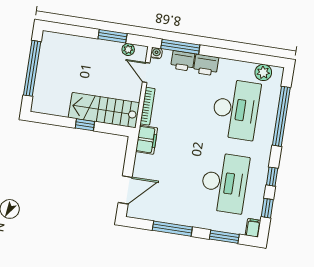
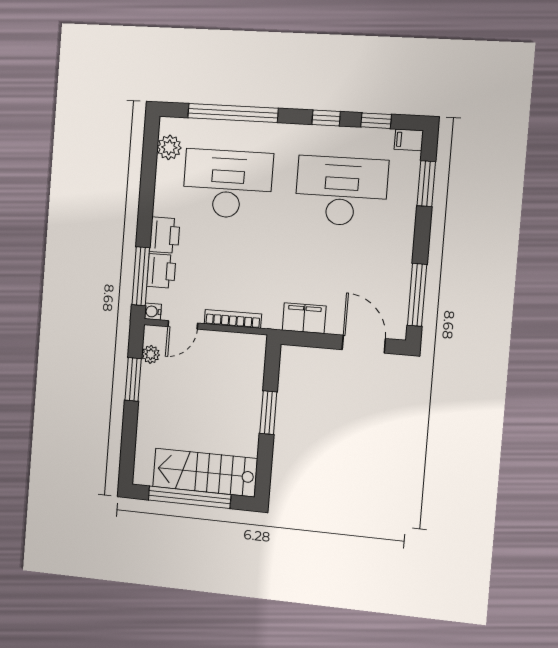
stairs: (104, 110) -> (205, 473), moved, turned 90
window: (85, 125) -> (268, 413), width x1.50
filing cabinet: (147, 140) -> (304, 318), moved
window: (172, 229) -> (417, 295), moved

